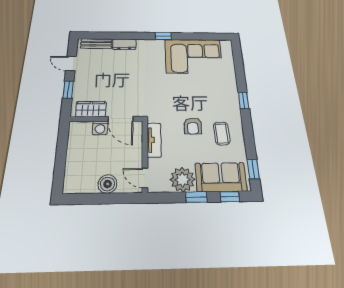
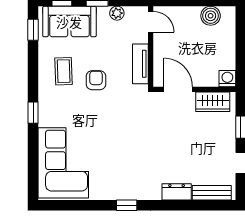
corner sofa: (193, 56) -> (63, 163), moved, turned 90
washing machine: (100, 128) -> (227, 79), moved
plant: (182, 180) -> (117, 13), width x0.53, depth x0.53
boiler: (108, 184) -> (211, 16), moved

